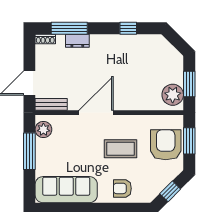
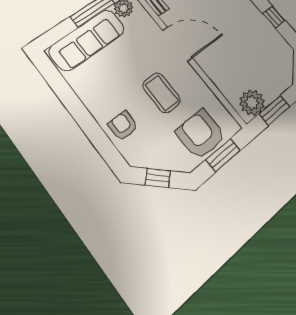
armchair: (166, 145) -> (201, 134), turned -90
sofa: (66, 190) -> (87, 40), moved, turned 90

